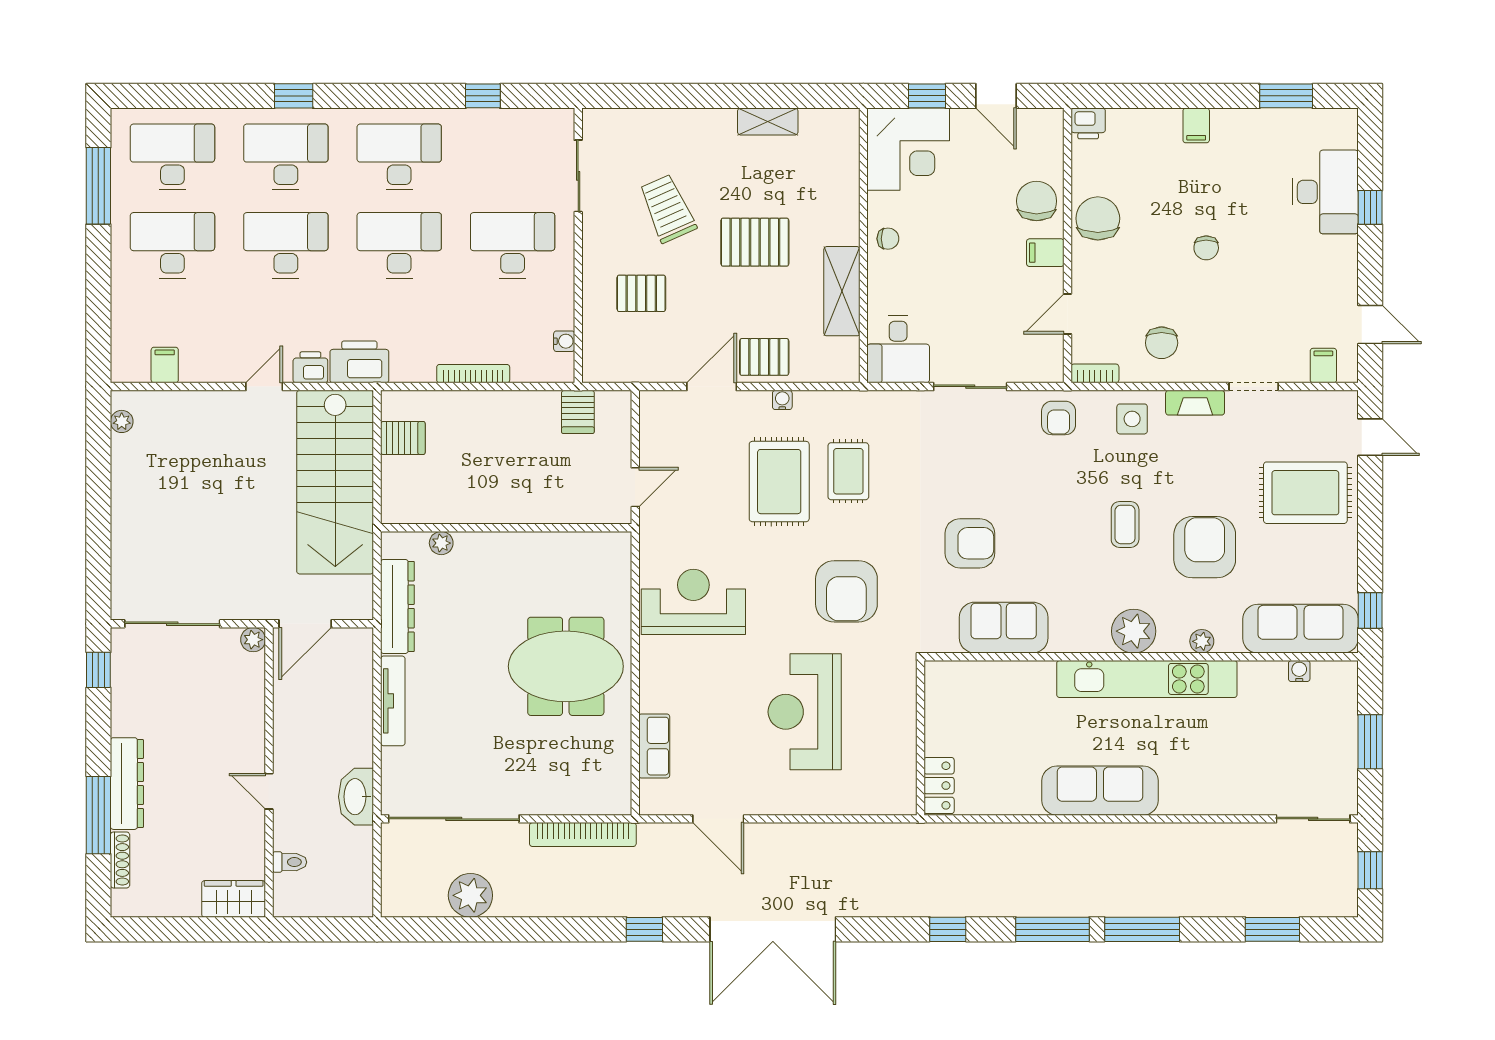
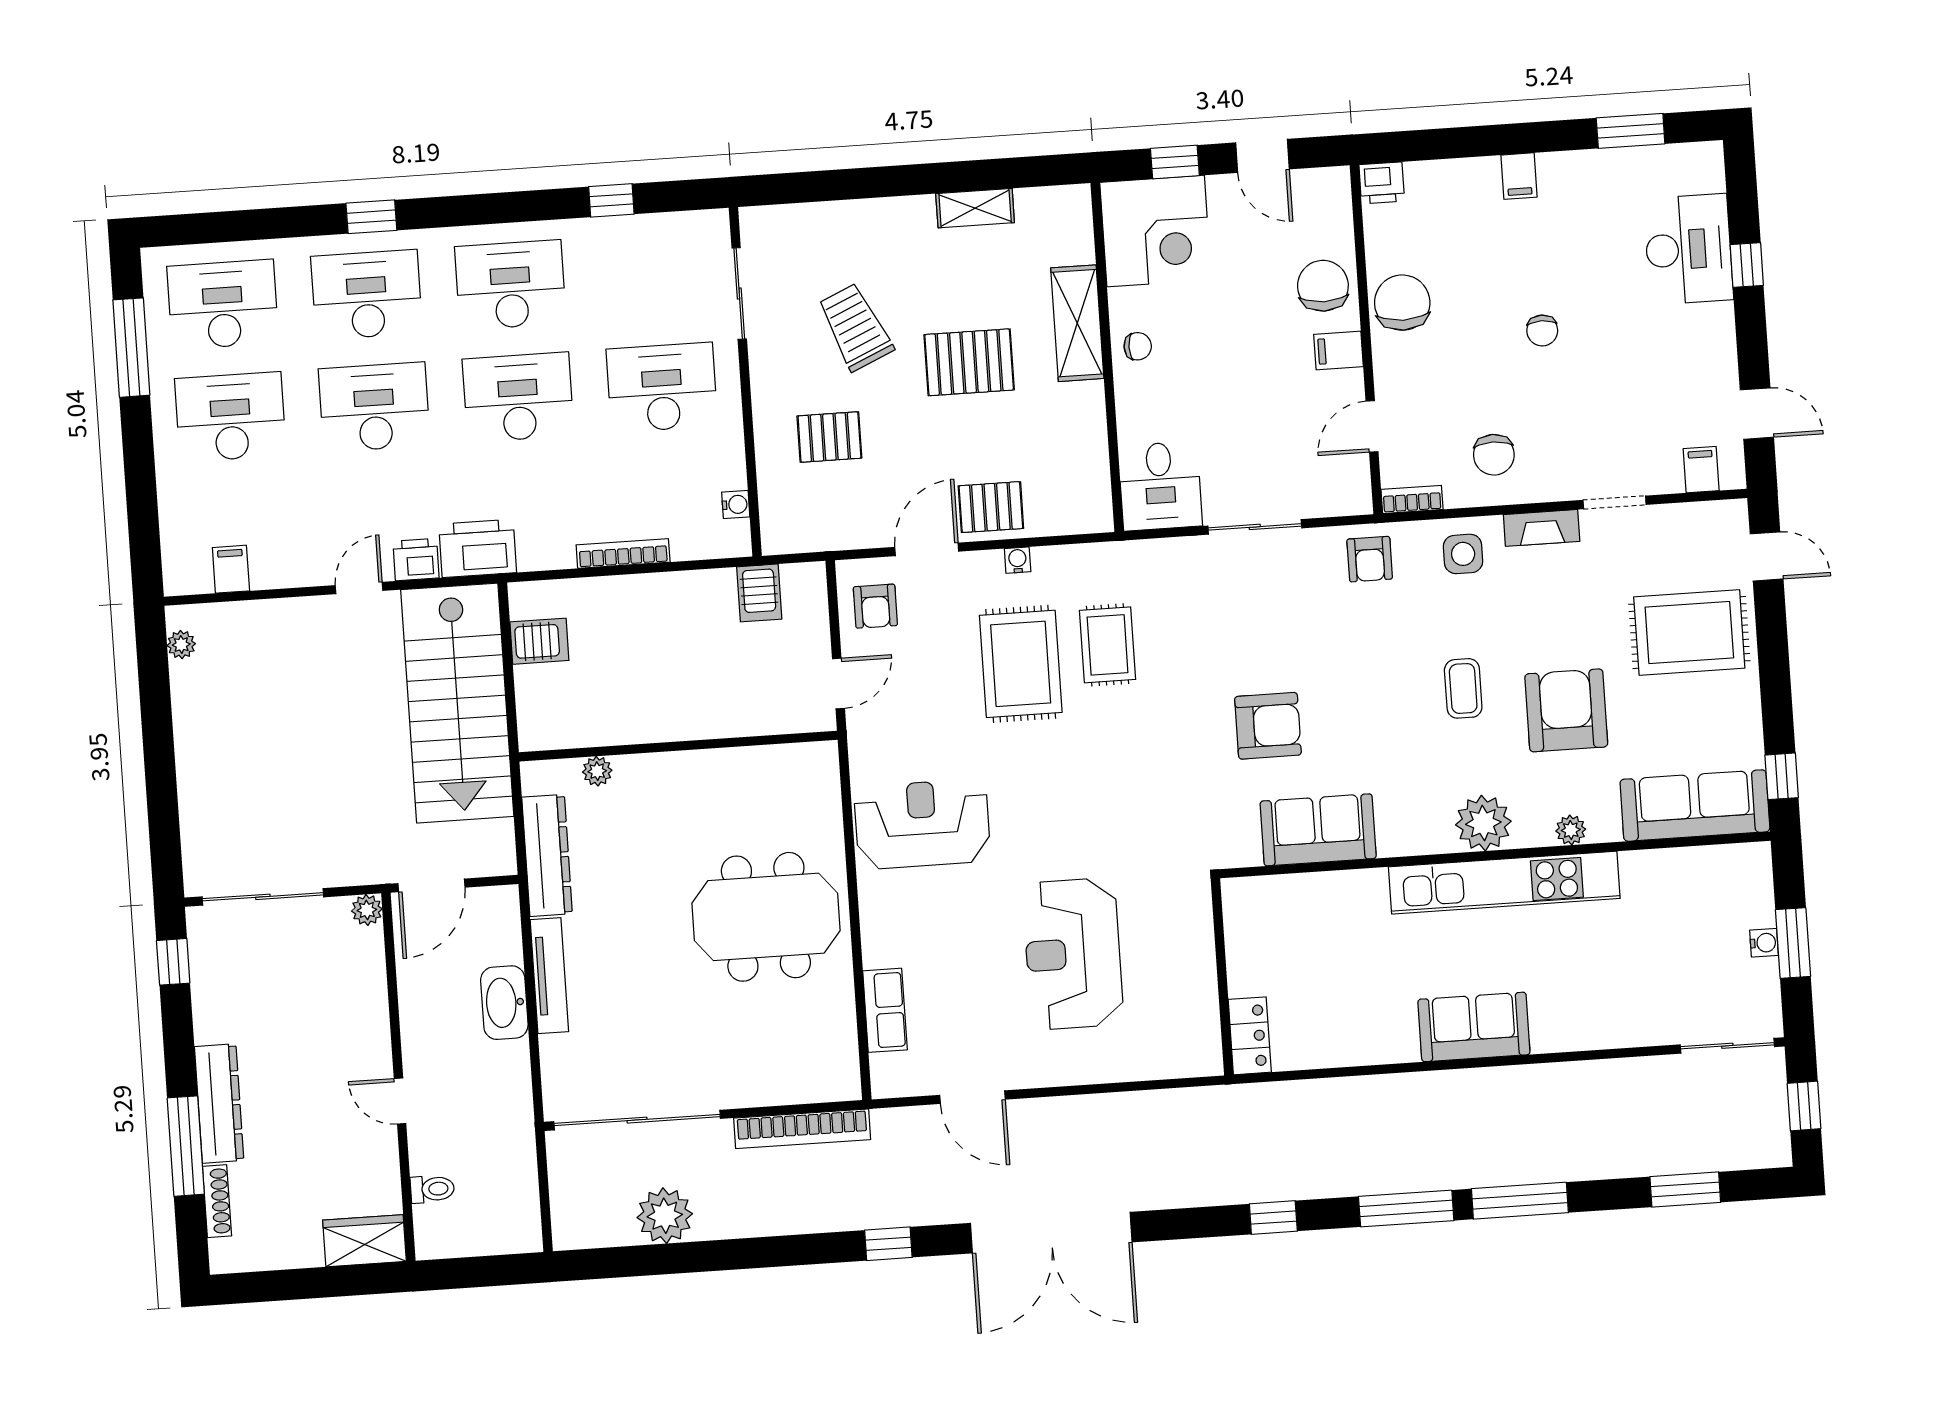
shelving: (842, 291) -> (1077, 323), moved
armchair: (846, 591) -> (875, 606), moved, width x0.53, depth x0.53
water cooler: (1299, 671) -> (1764, 943), moved, turned 90
sofa: (1100, 791) -> (1474, 1027), width x0.73
washbasin: (356, 797) -> (504, 1003), moved

